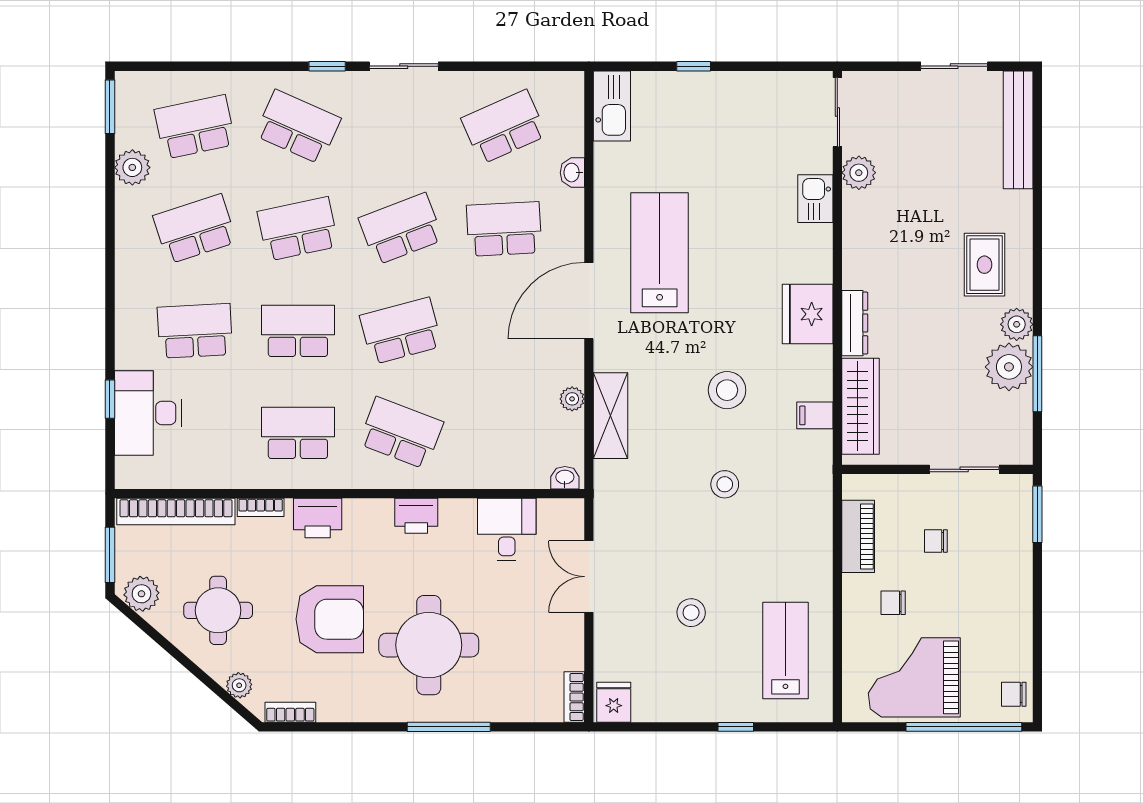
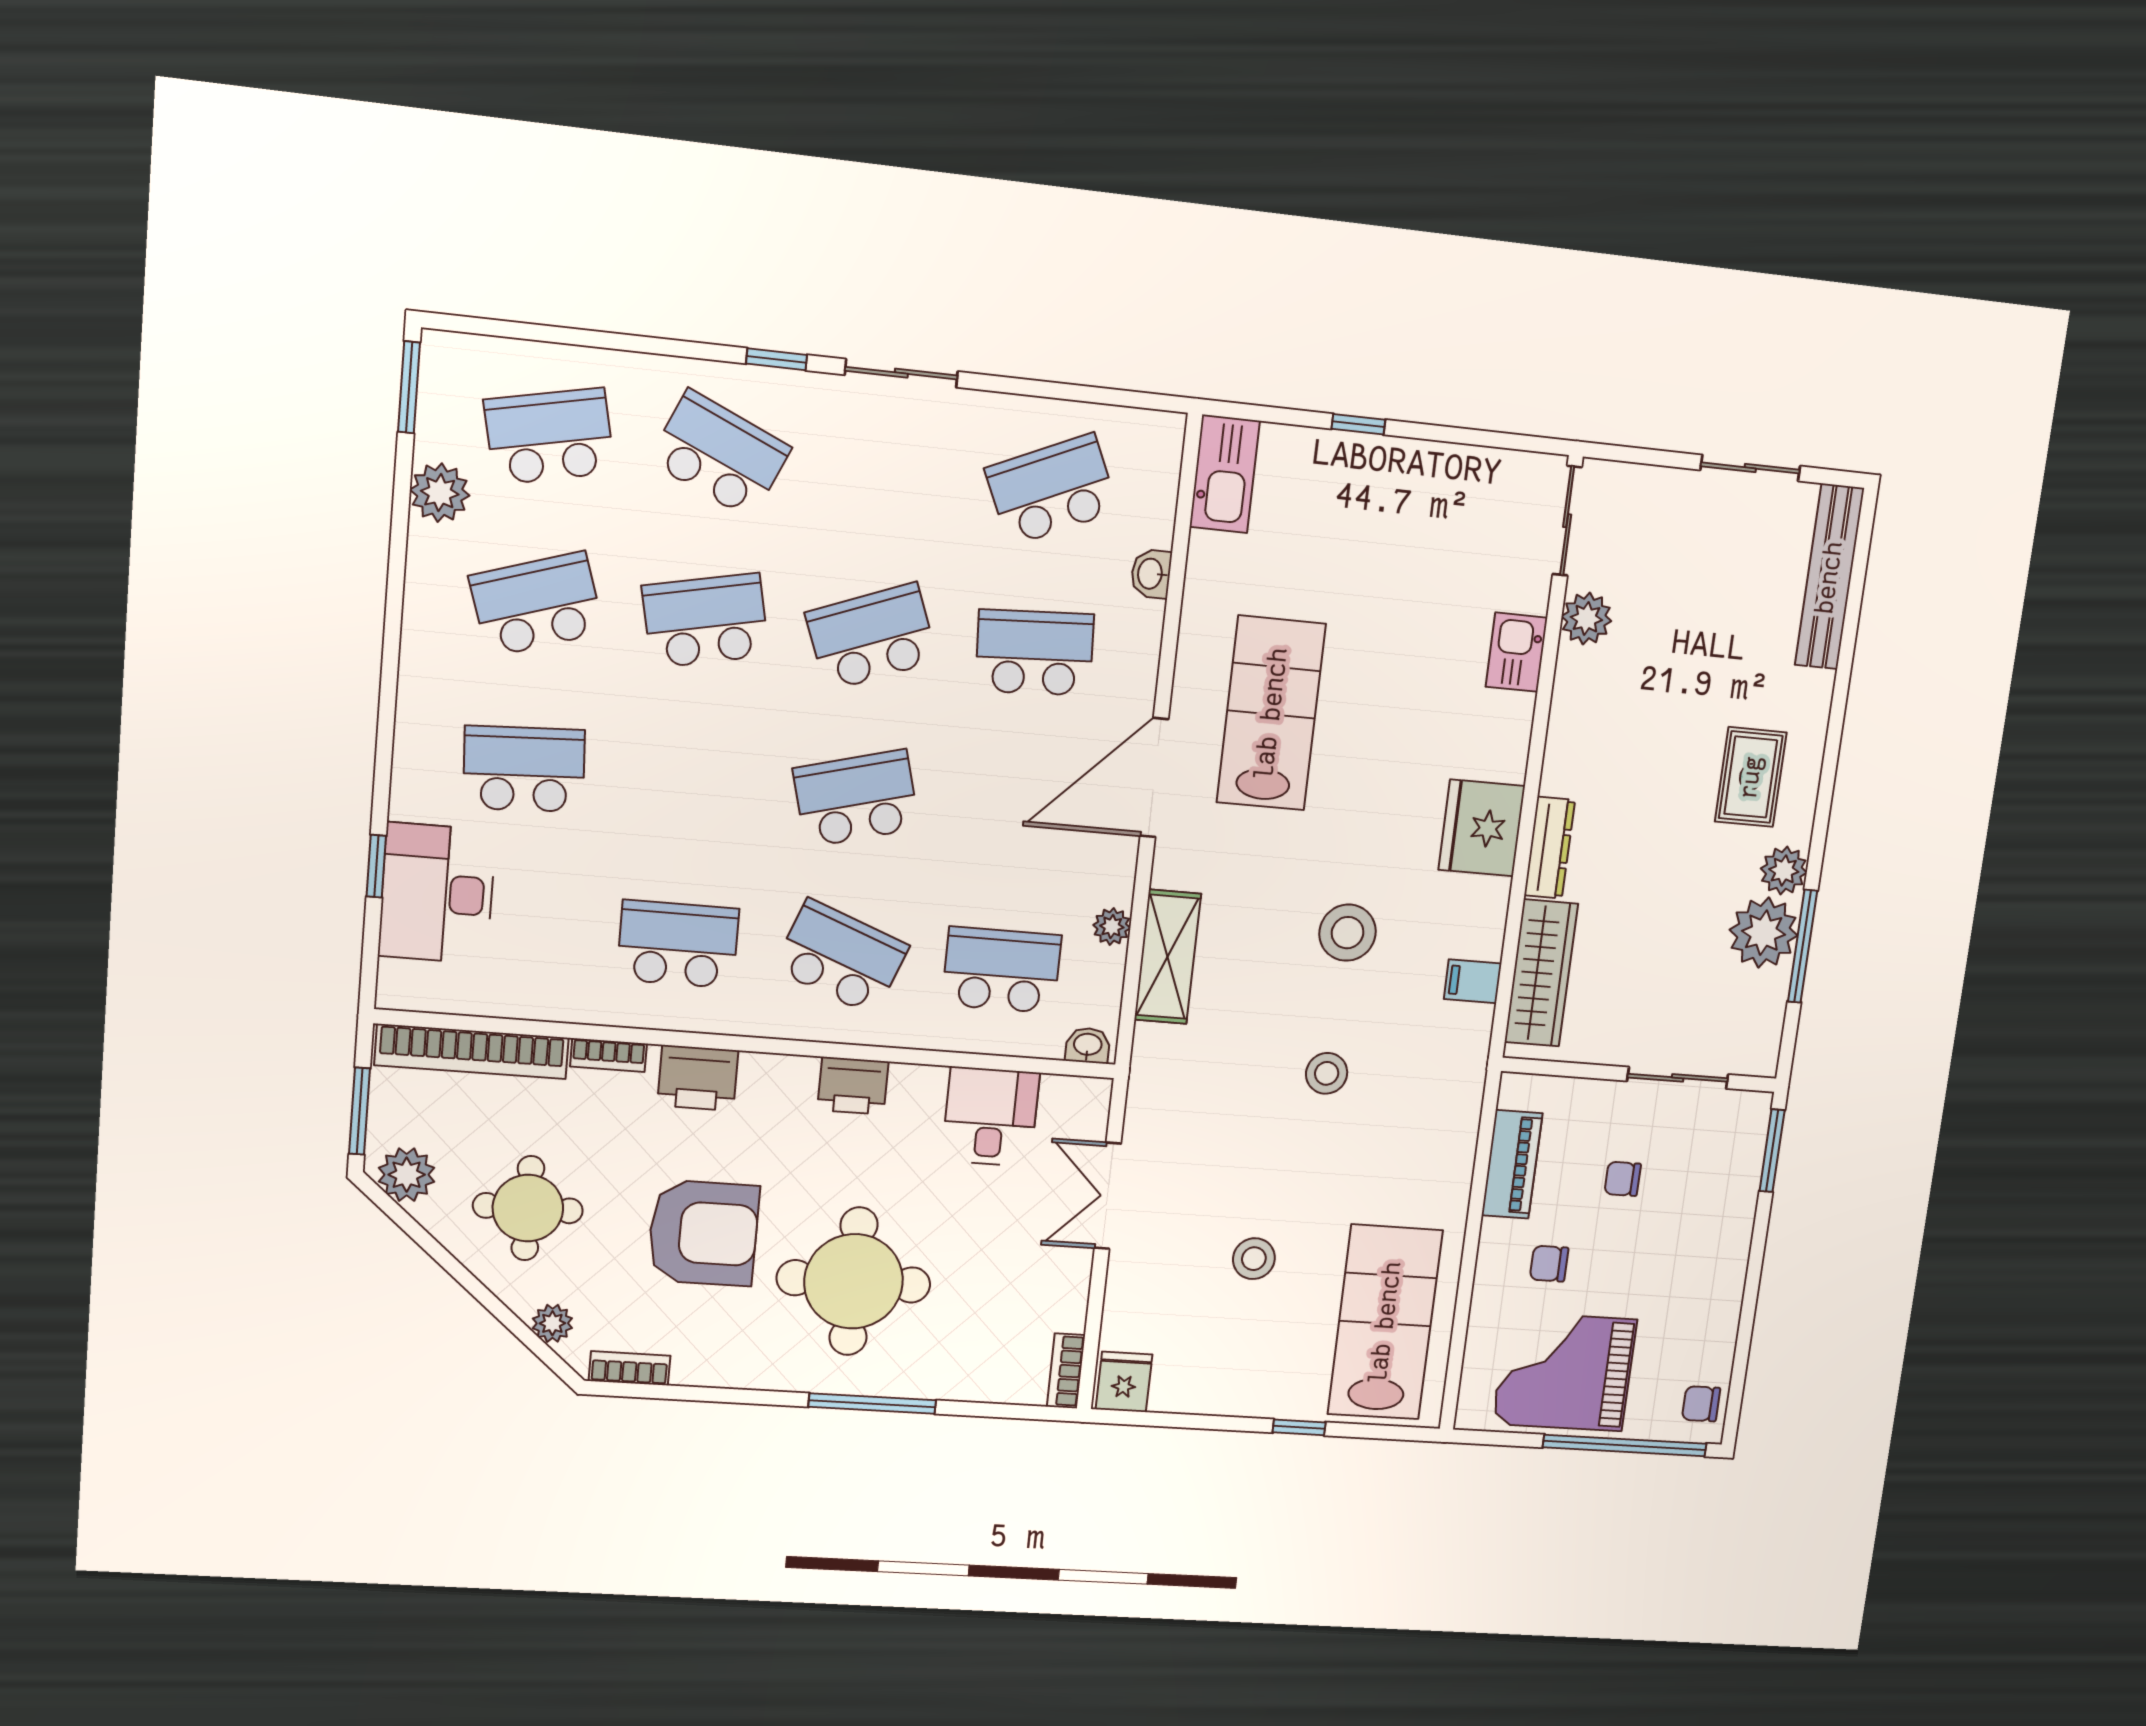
school desk: (298, 331) -> (1002, 970), moved
lab bench: (785, 651) -> (1385, 1322), width x1.36, depth x1.39

